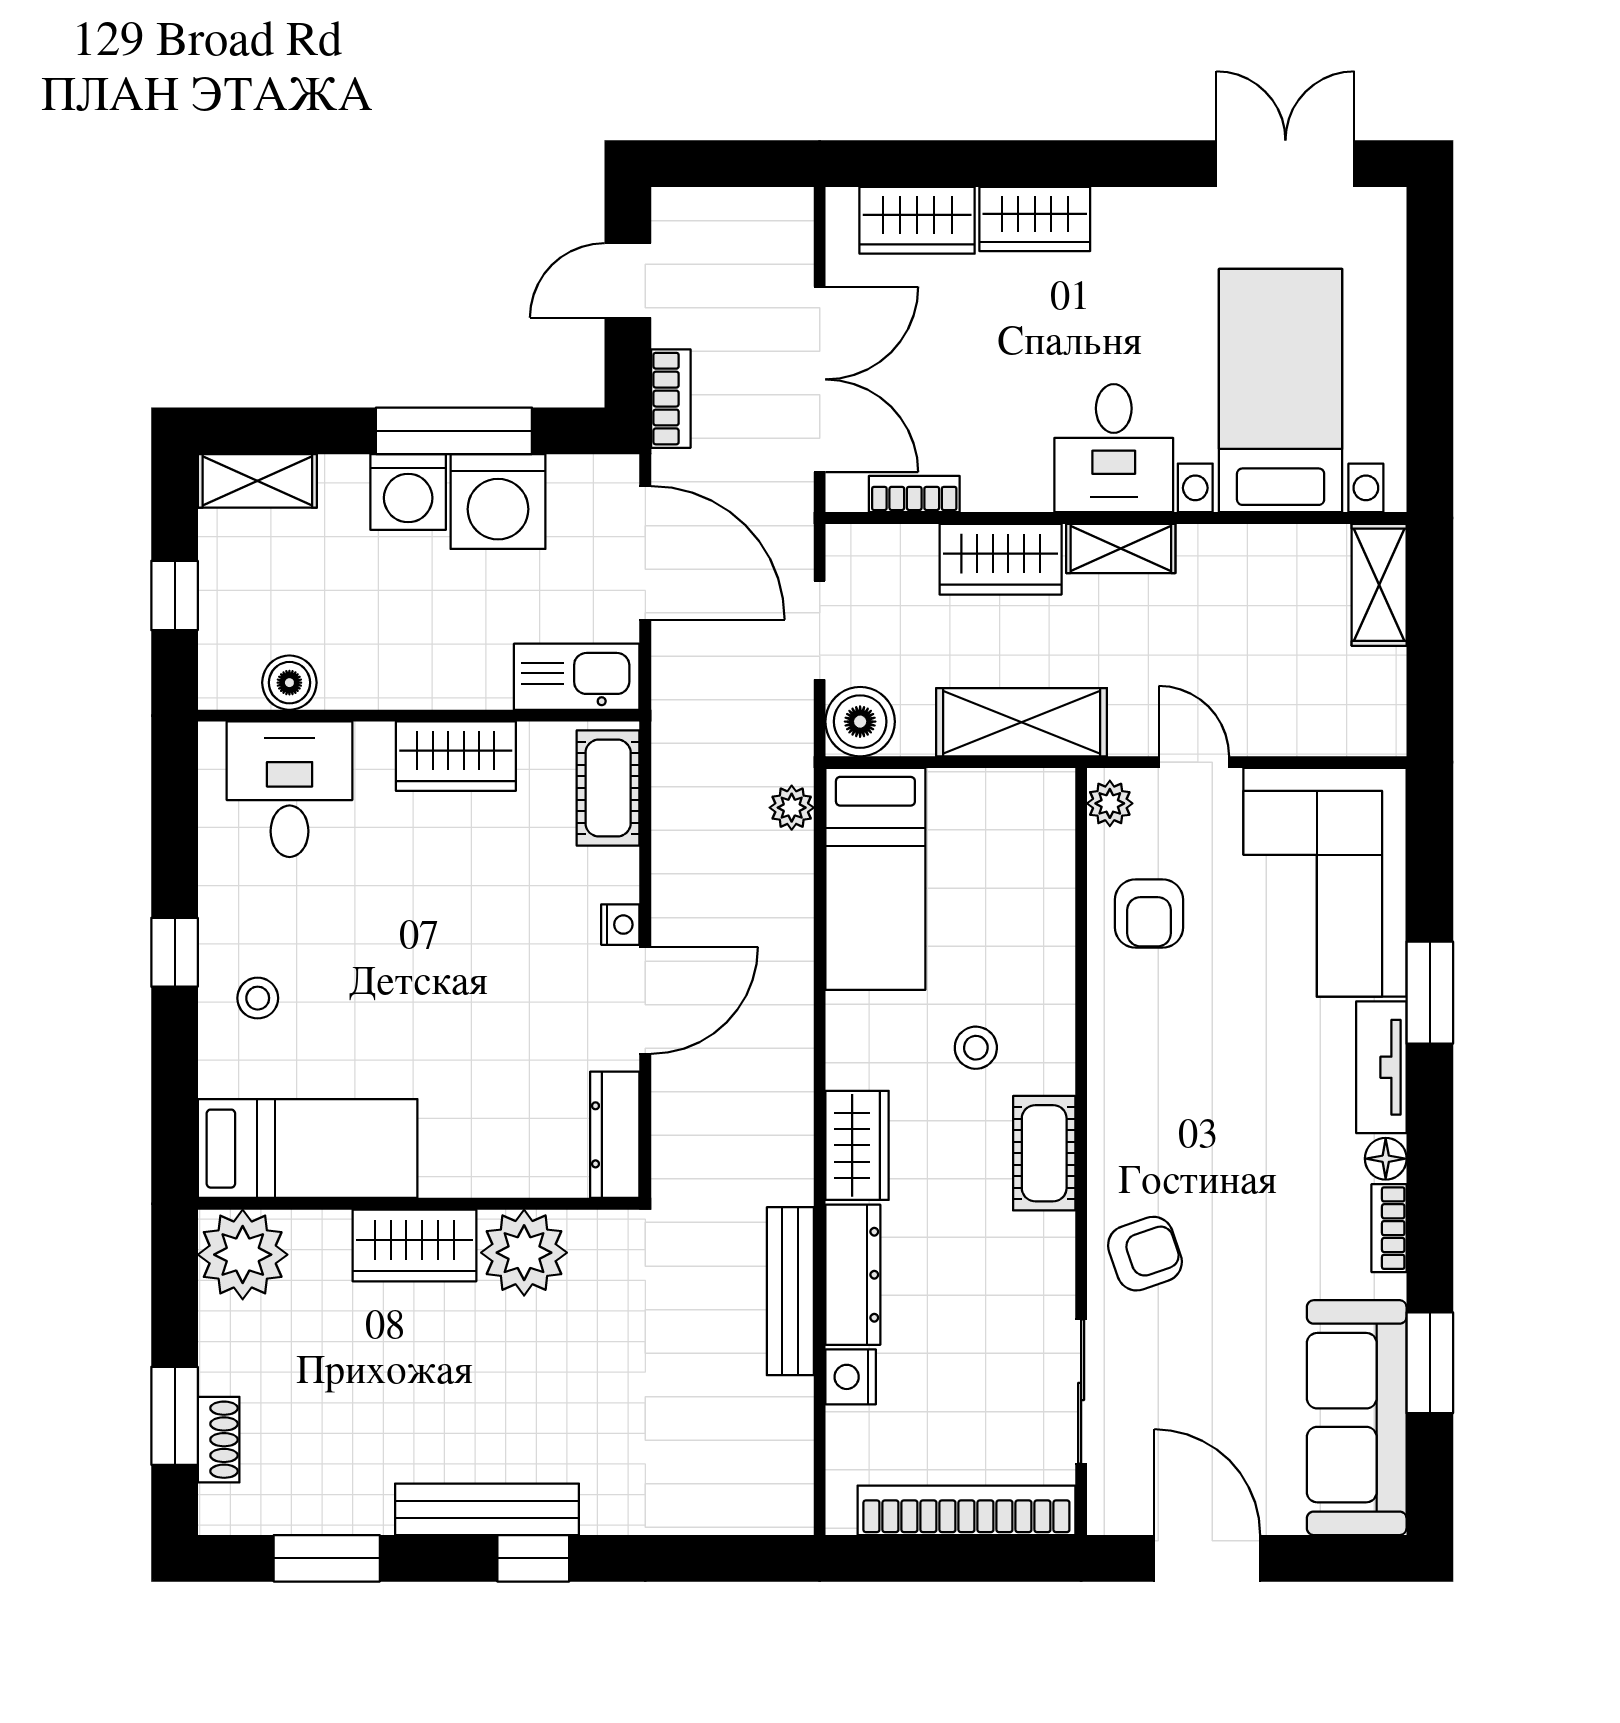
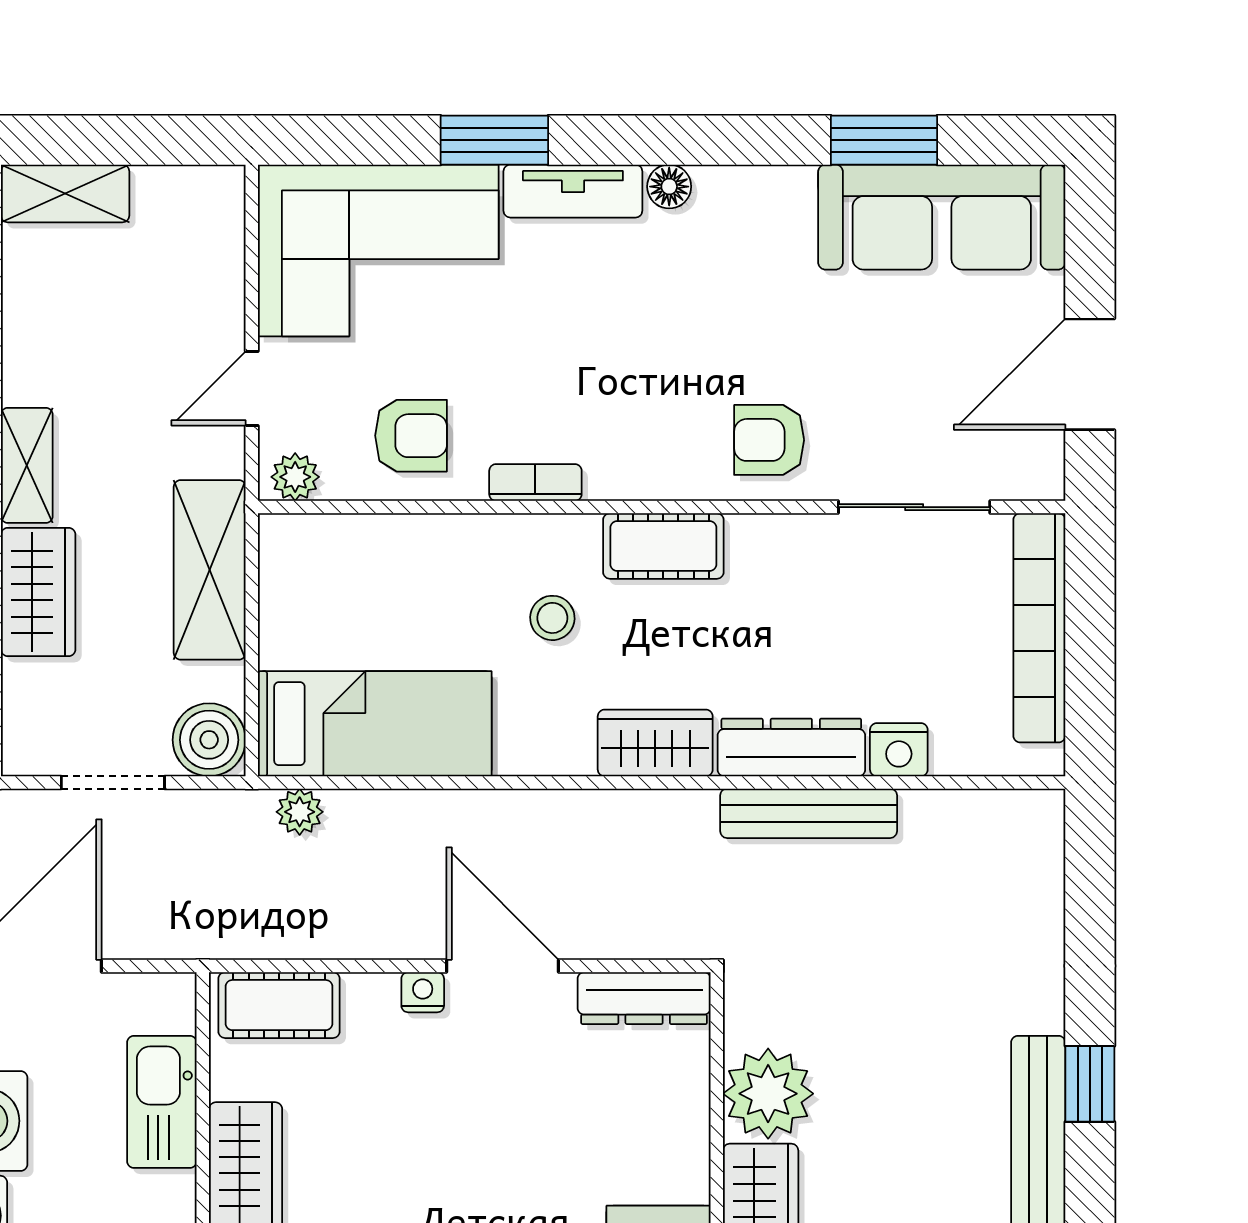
kitchen sink: (577, 677) -> (162, 1102), moved
bookcase: (1389, 1228) -> (535, 483), moved, turned 180
armchair: (1145, 1254) -> (769, 440), turned -71

